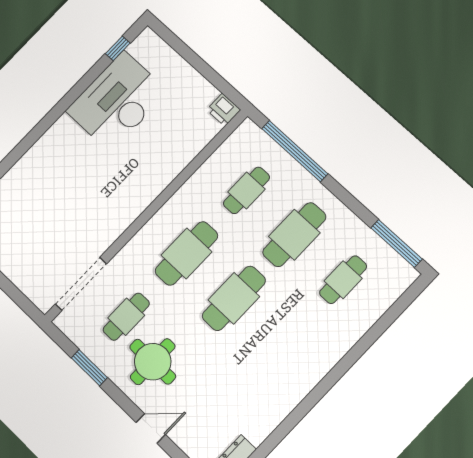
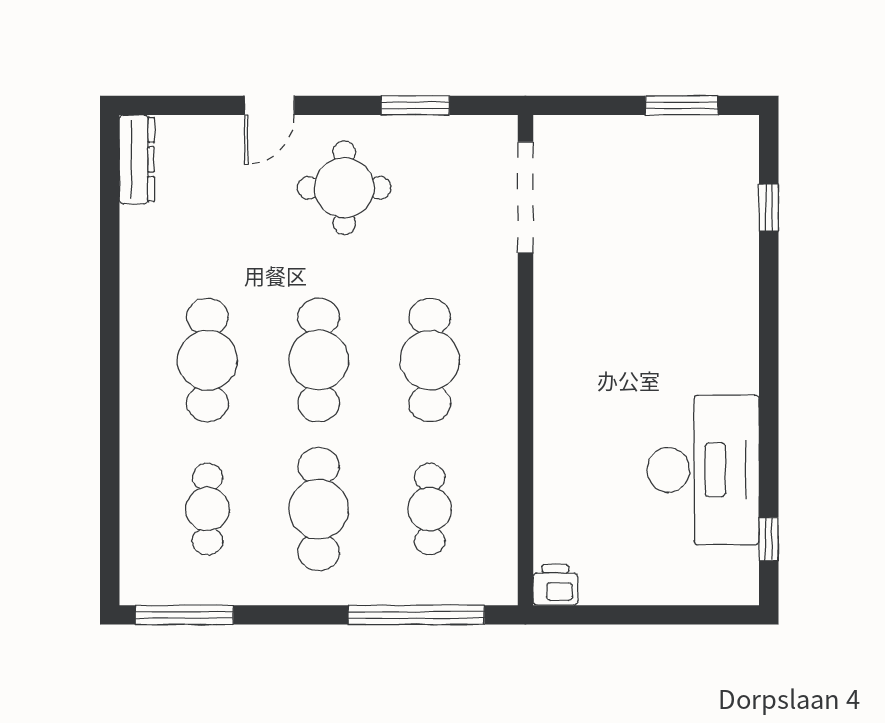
cafe table: (126, 317) -> (207, 360), moved, width x1.37, depth x1.35

